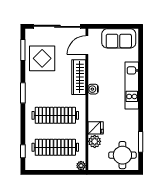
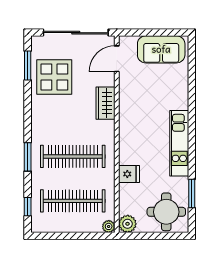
wardrobe: (79, 77) -> (105, 103), width x0.67
kitchen unit: (132, 86) -> (179, 143), moved
water cooler: (93, 89) -> (125, 120), removed
window: (23, 93) -> (28, 157), moved
plant: (95, 141) -> (128, 224), moved

